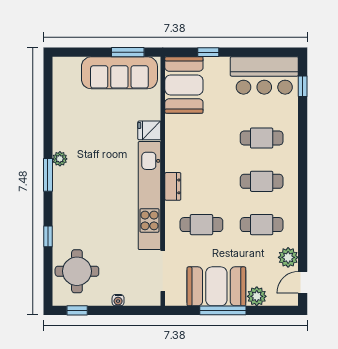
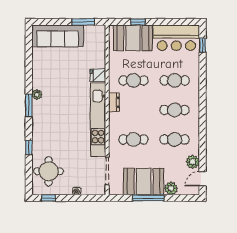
sofa: (119, 73) -> (58, 36), moved
booth: (184, 85) -> (133, 38), moved, turned 90
cafe table: (201, 138) -> (133, 80), added
dresser: (173, 186) -> (114, 102), moved

